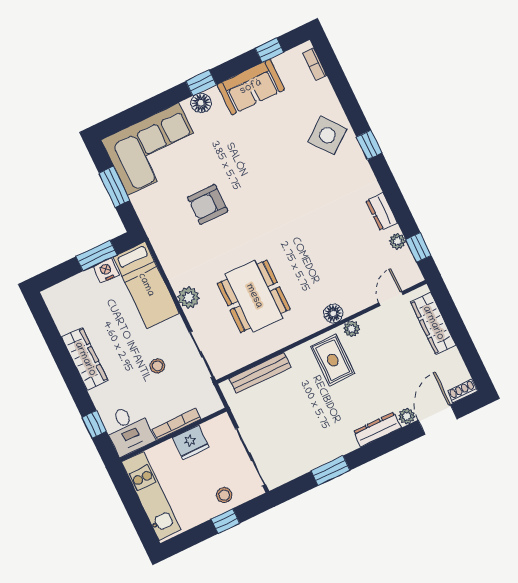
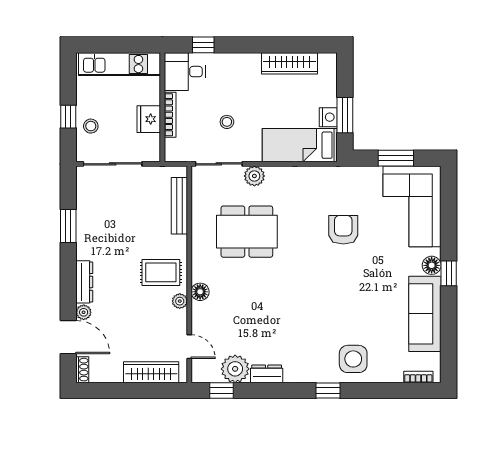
window: (269, 50) -> (449, 344), removed
sofa: (251, 87) -> (425, 314), width x1.36
side table: (327, 135) -> (353, 359), turned 38
plant: (398, 241) -> (235, 369), width x1.88, depth x1.88
plant: (189, 297) -> (254, 176), moved
wardrobe: (85, 359) -> (290, 63), moved

